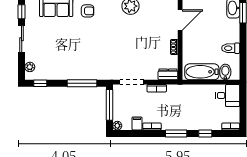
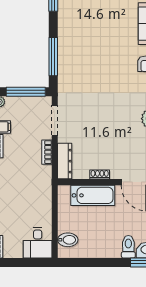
toilet: (231, 48) -> (128, 247), moved
bathtub: (202, 72) -> (93, 195), moved, turned 90
dresser: (168, 74) -> (65, 161), width x1.44

